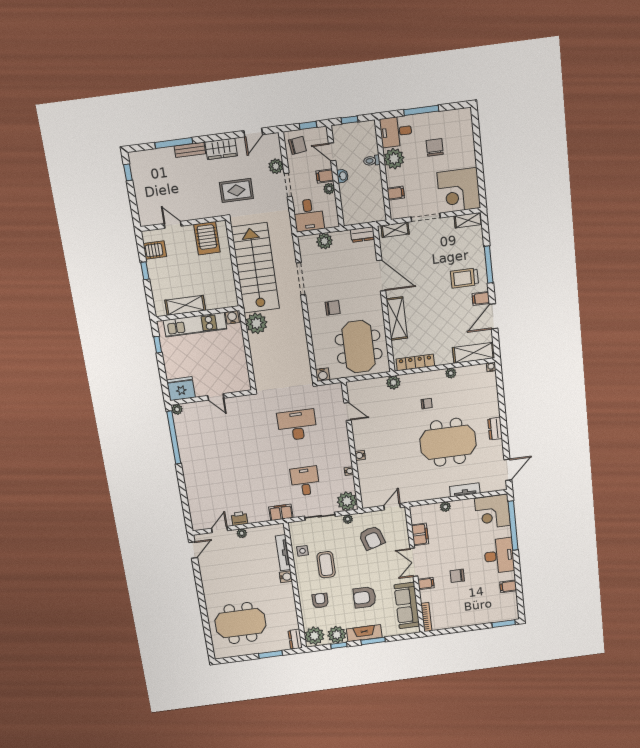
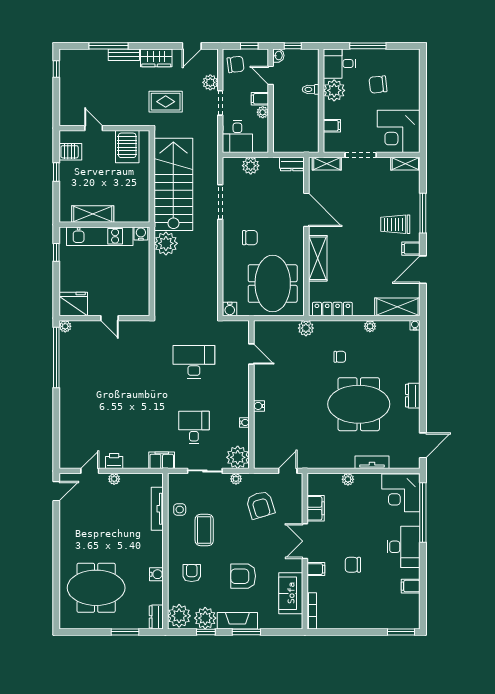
chair: (435, 147) -> (378, 85), turned -96
washbasin: (343, 176) -> (278, 56), moved
water cooler: (286, 577) -> (156, 574), moved
sofa: (407, 606) -> (291, 593), width x0.73

